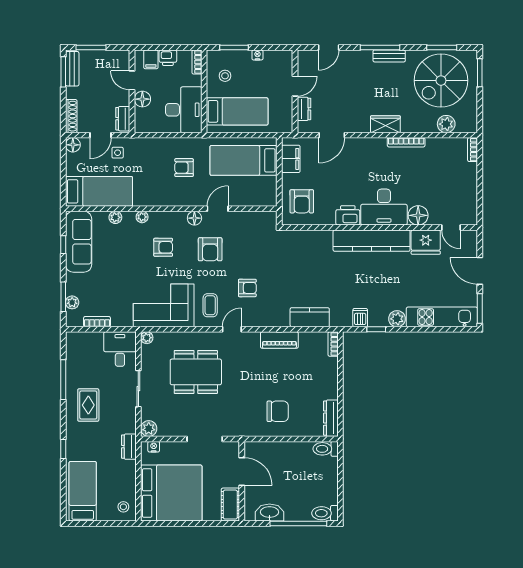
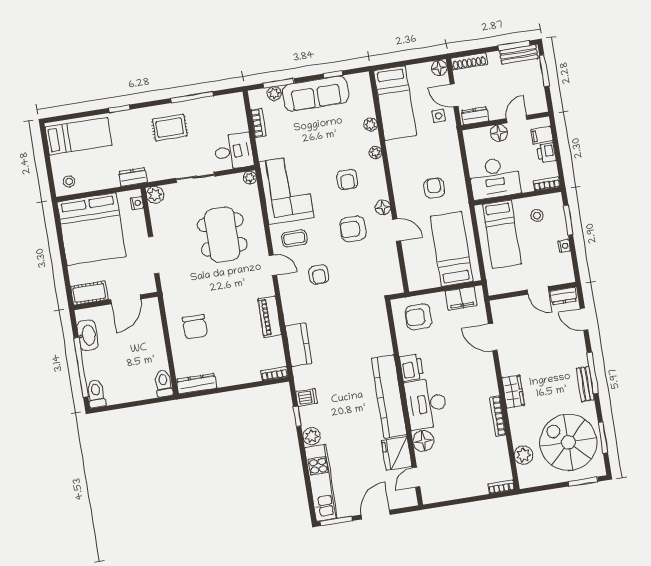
dresser: (304, 109) -> (564, 296), moved
sofa: (79, 242) -> (316, 94), moved

